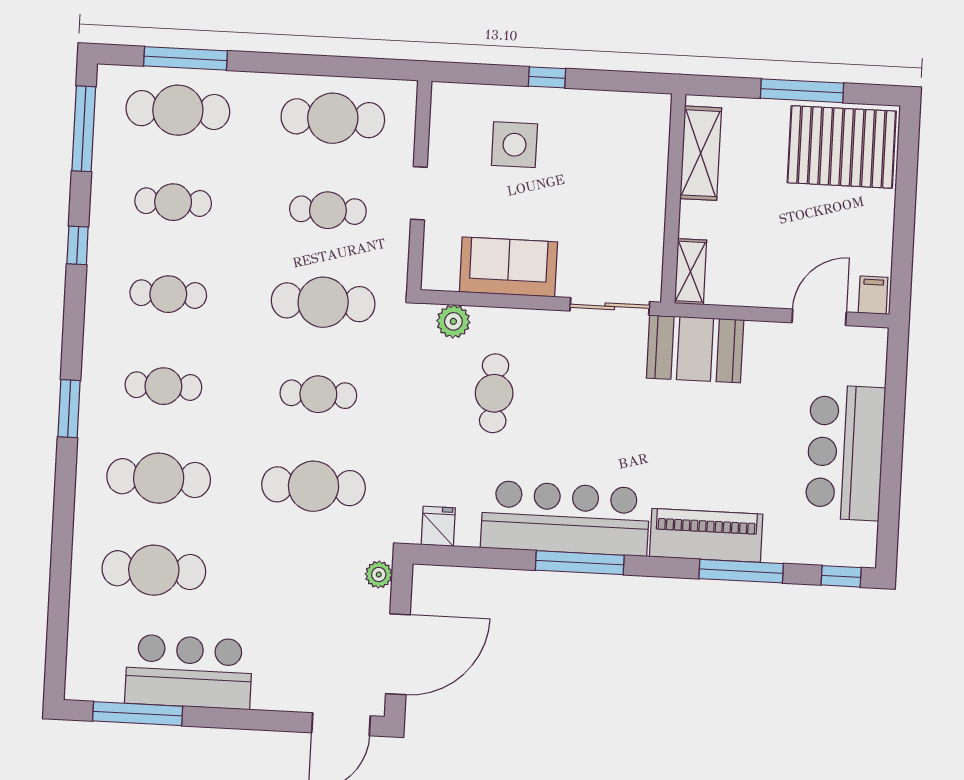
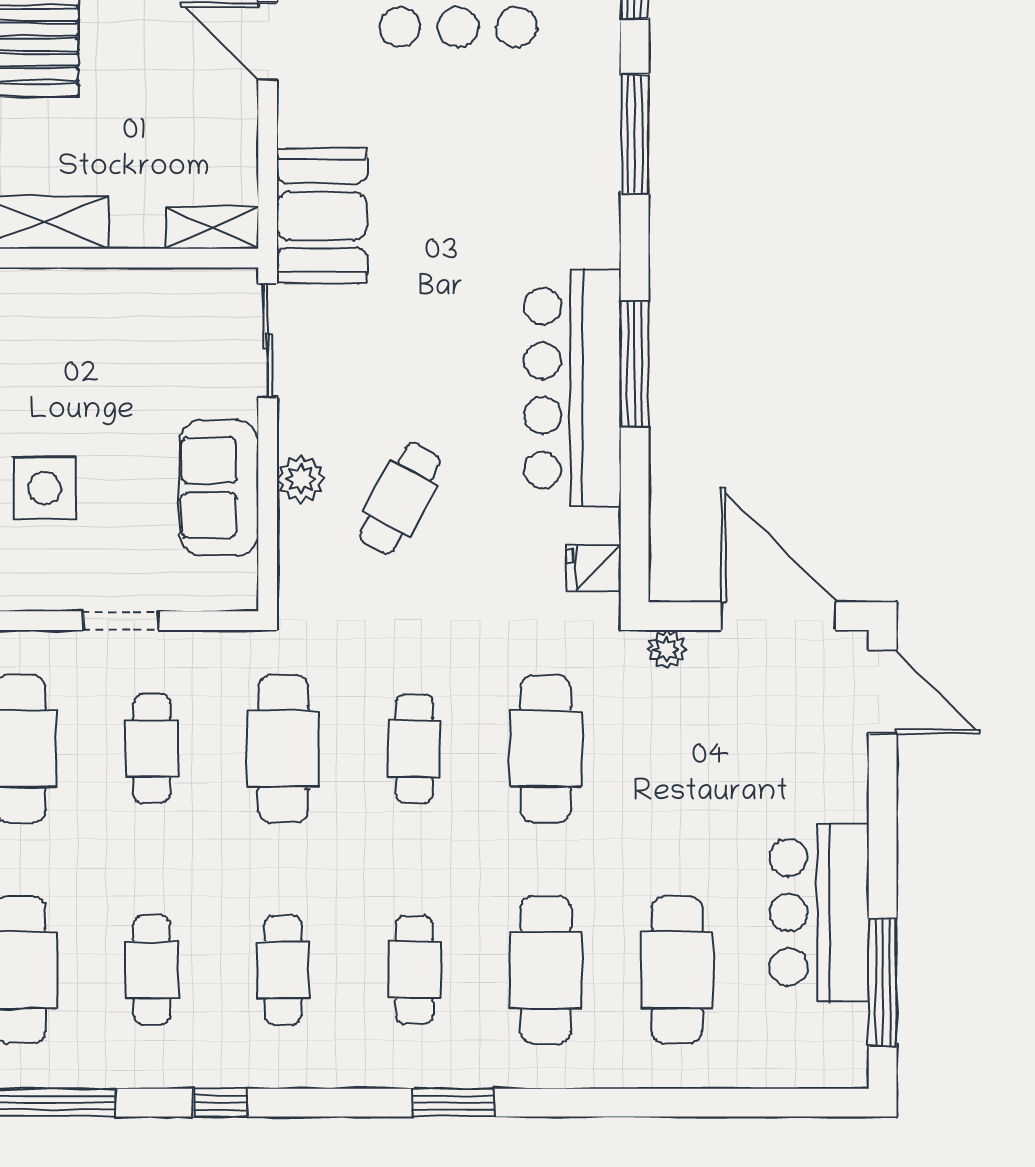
plant: (453, 321) -> (301, 479), moved
cafe table: (494, 393) -> (400, 499), turned -62
piano: (706, 535) -> (587, 186), removed

